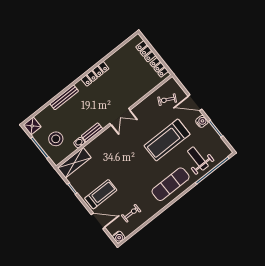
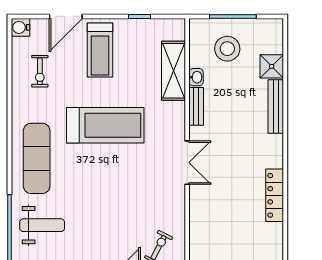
locker: (95, 74) -> (275, 195), moved
double door: (120, 117) -> (187, 163), swing flipped
shower: (32, 126) -> (272, 66), moved
treadmill: (167, 140) -> (105, 125), moved, turned 90
shelving: (74, 163) -> (173, 71), moved

